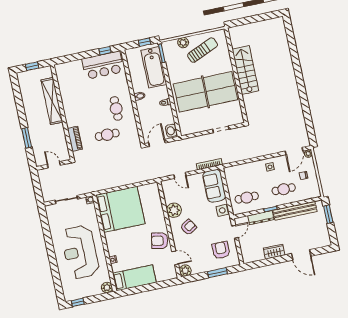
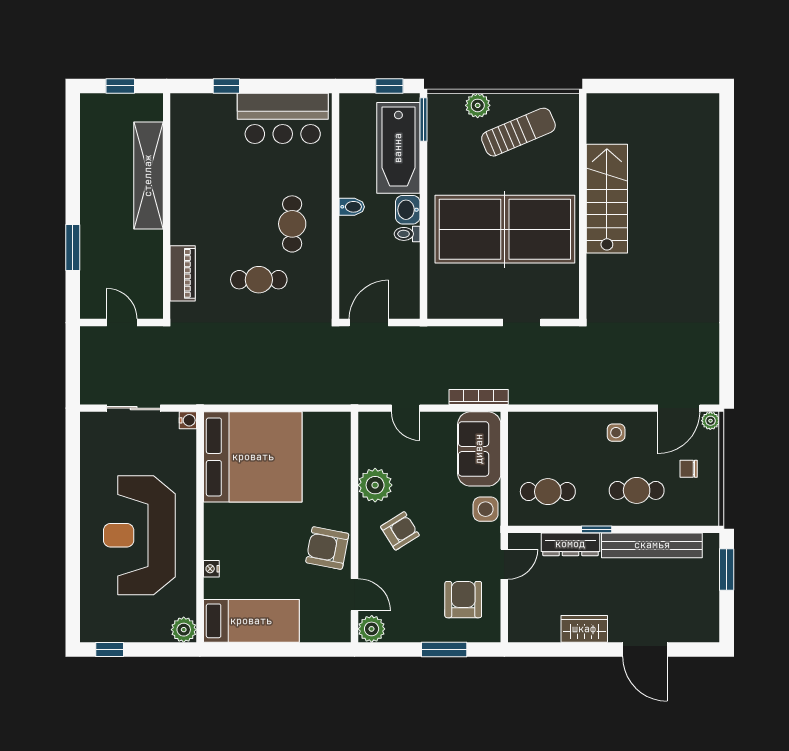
window: (105, 51) -> (226, 86), moved
washbasin: (171, 131) -> (408, 210), moved

